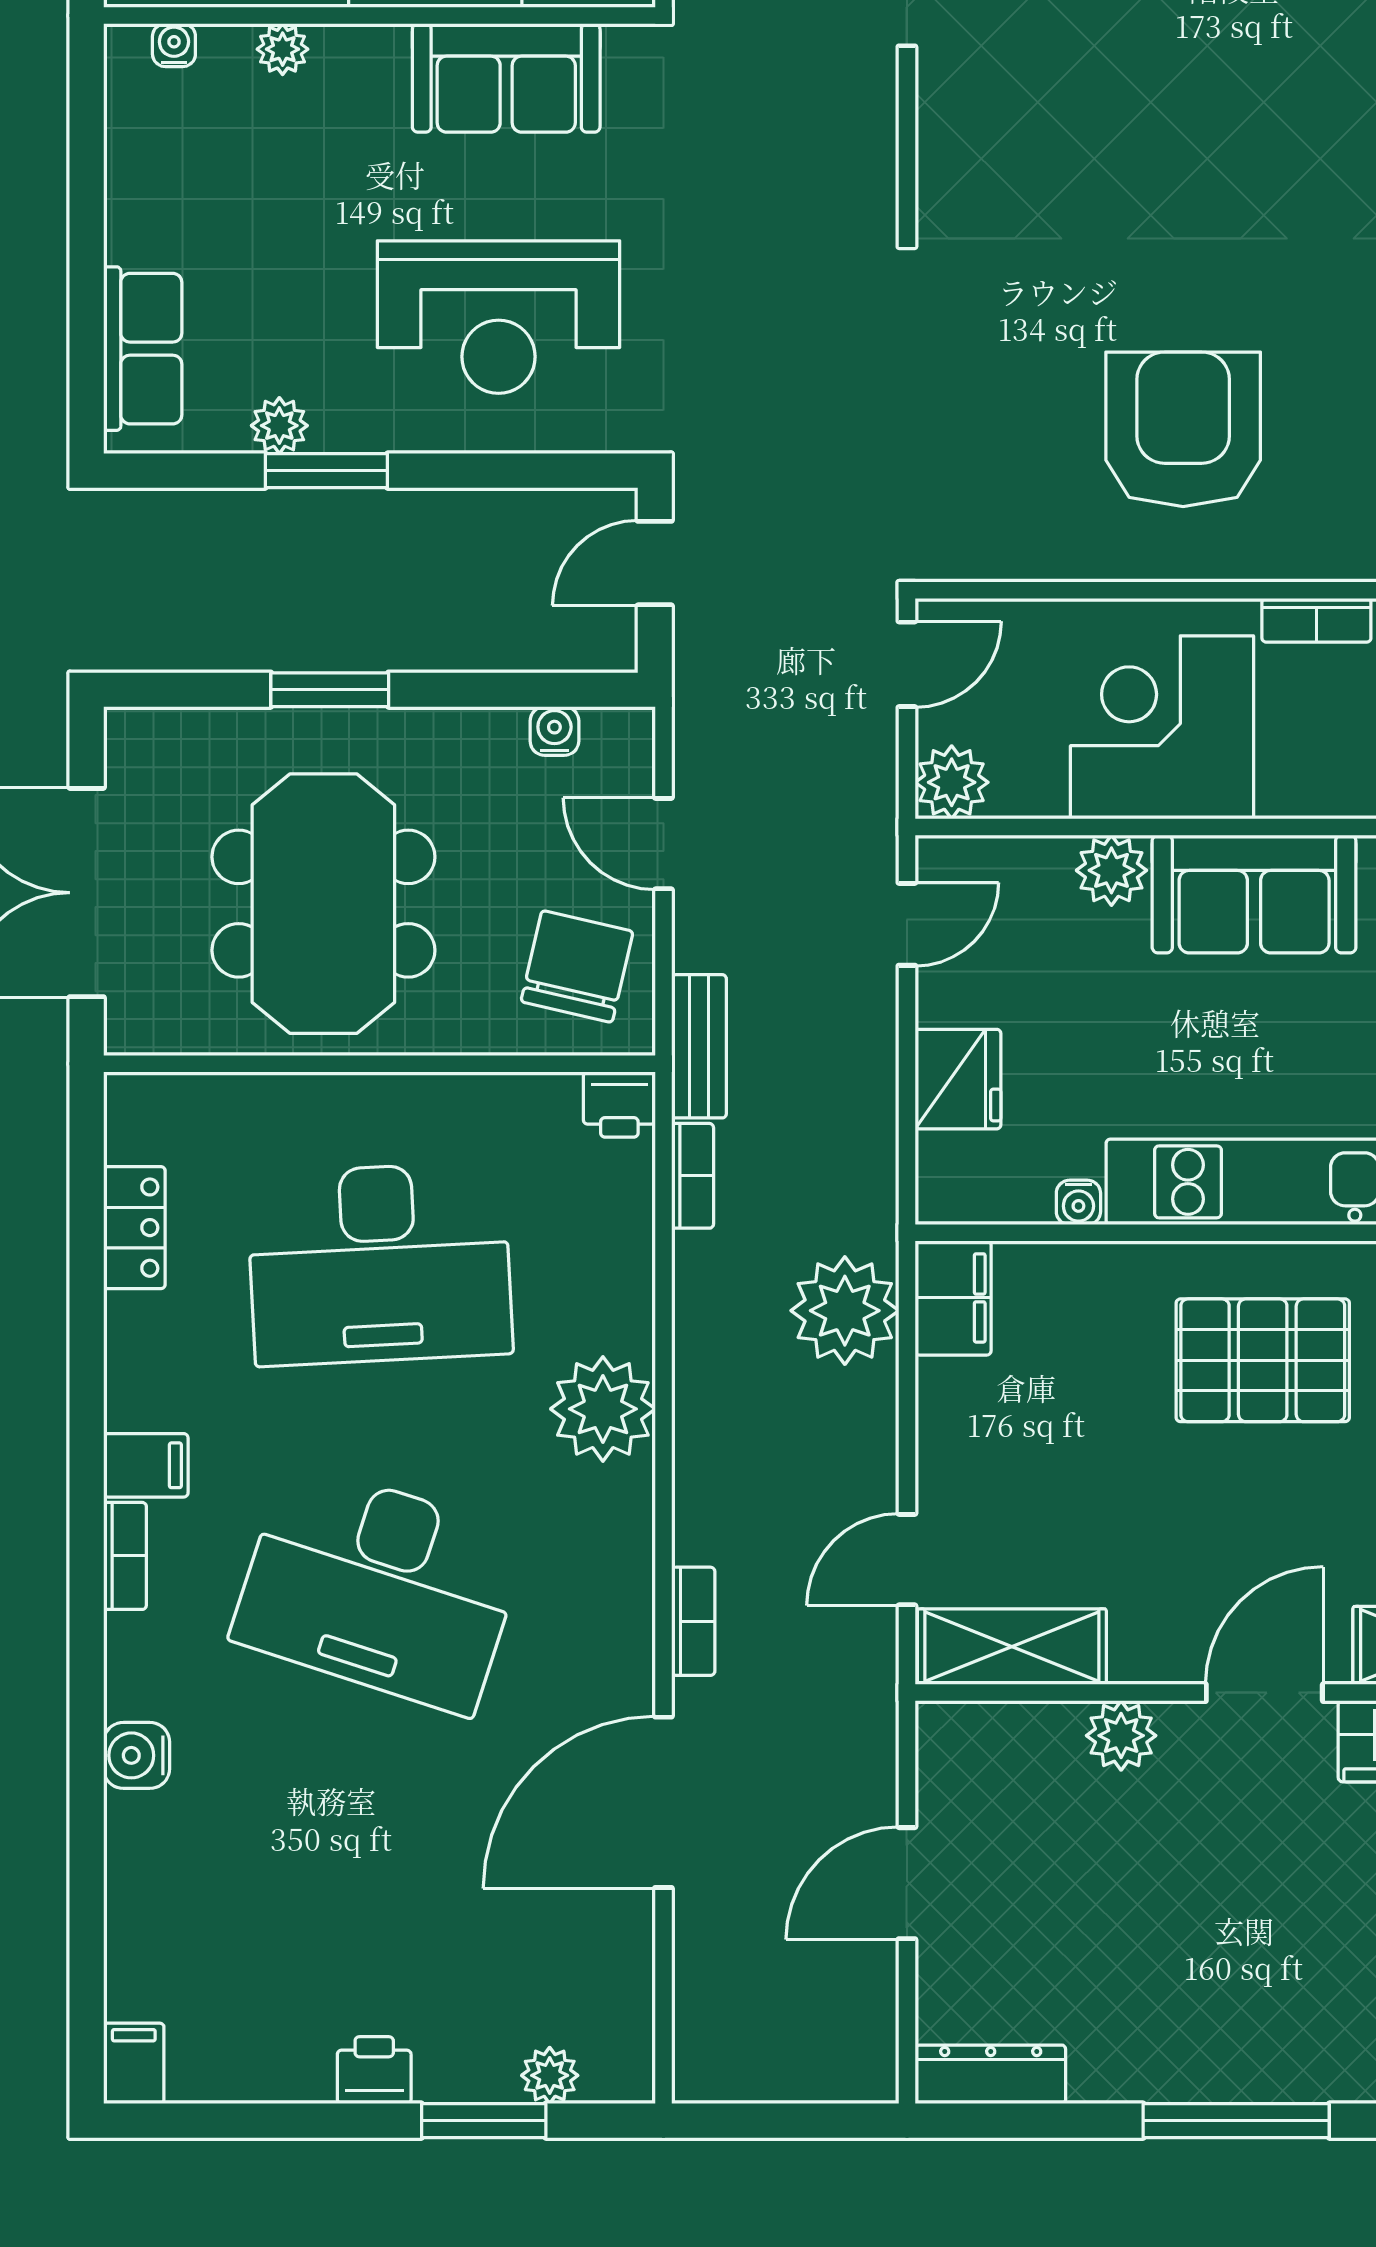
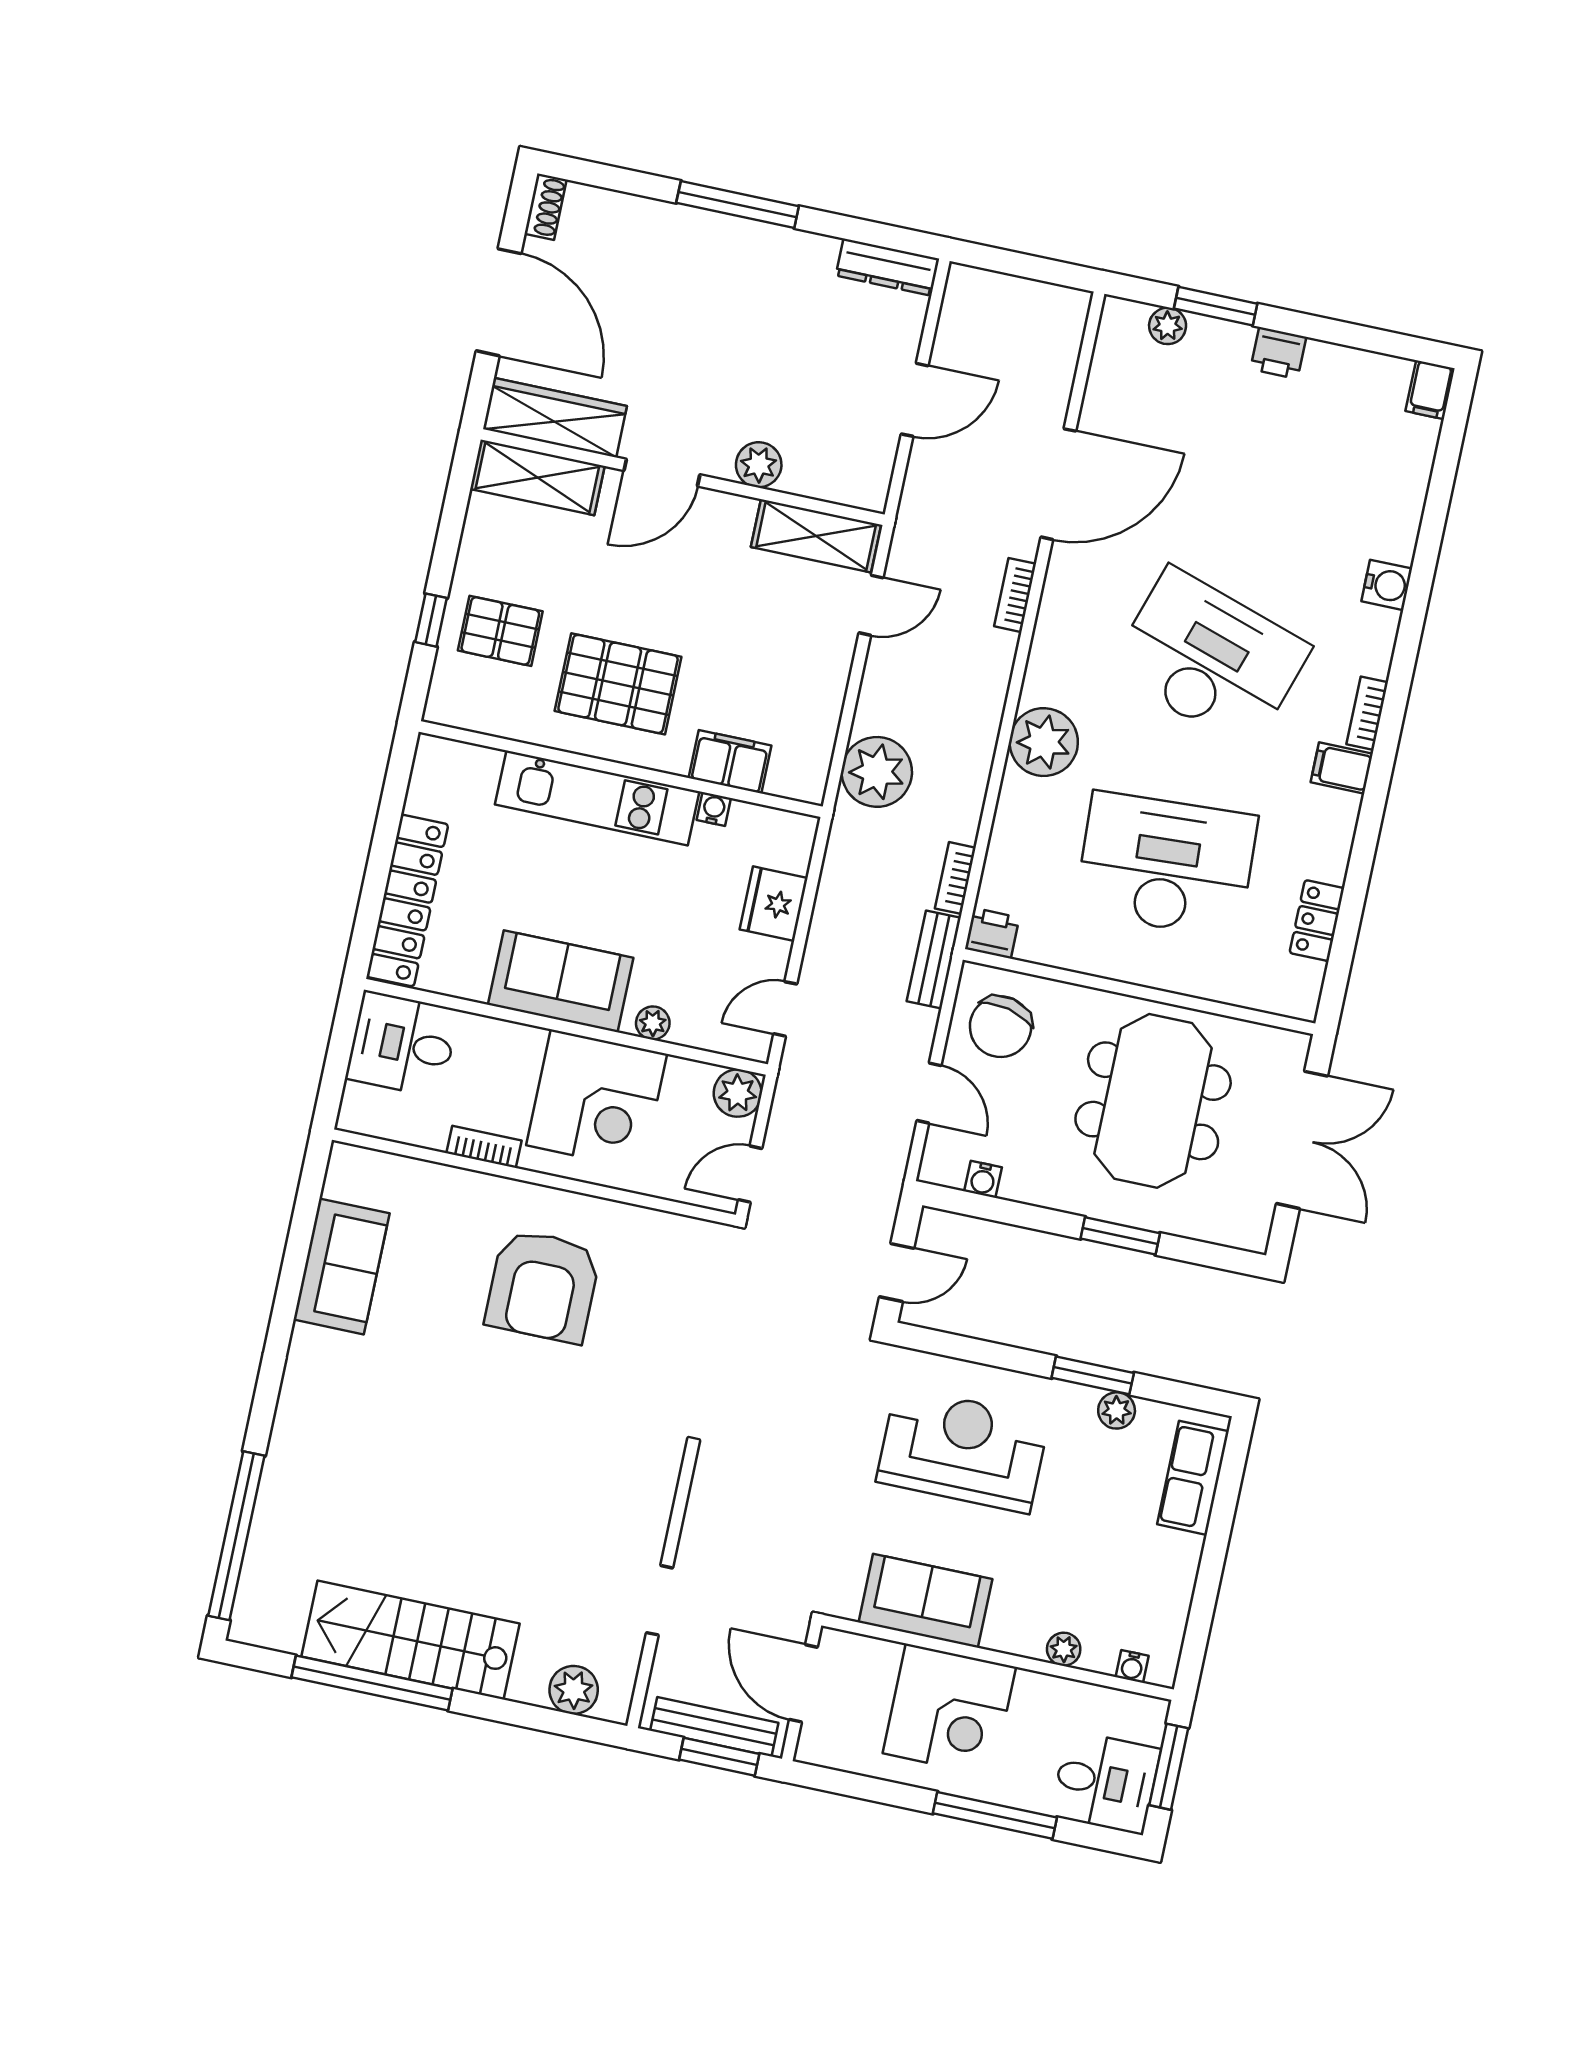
plant: (1111, 870) -> (653, 1023), width x0.73, depth x0.73
filing cabinet: (953, 1298) -> (730, 762), moved, turned 90

